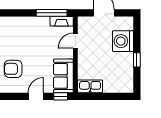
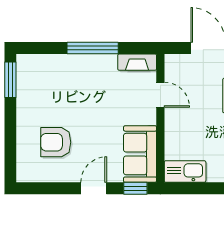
window: (52, 13) -> (93, 48), moved
door: (75, 41) -> (160, 95), swing flipped

